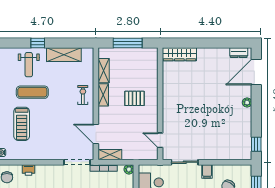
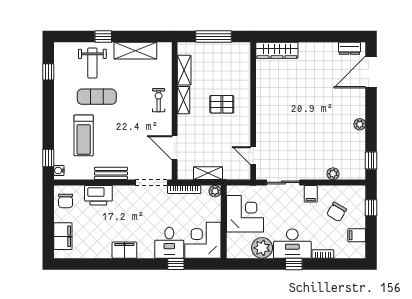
plant: (247, 102) -> (360, 124), moved
bench: (44, 155) -> (111, 173), added
shelving: (110, 155) -> (208, 173), moved
plant: (225, 155) -> (333, 174), added
printer: (28, 170) -> (98, 195), width x1.87, depth x1.48

